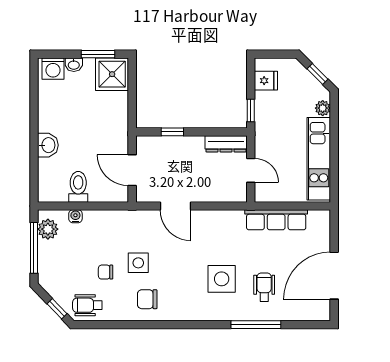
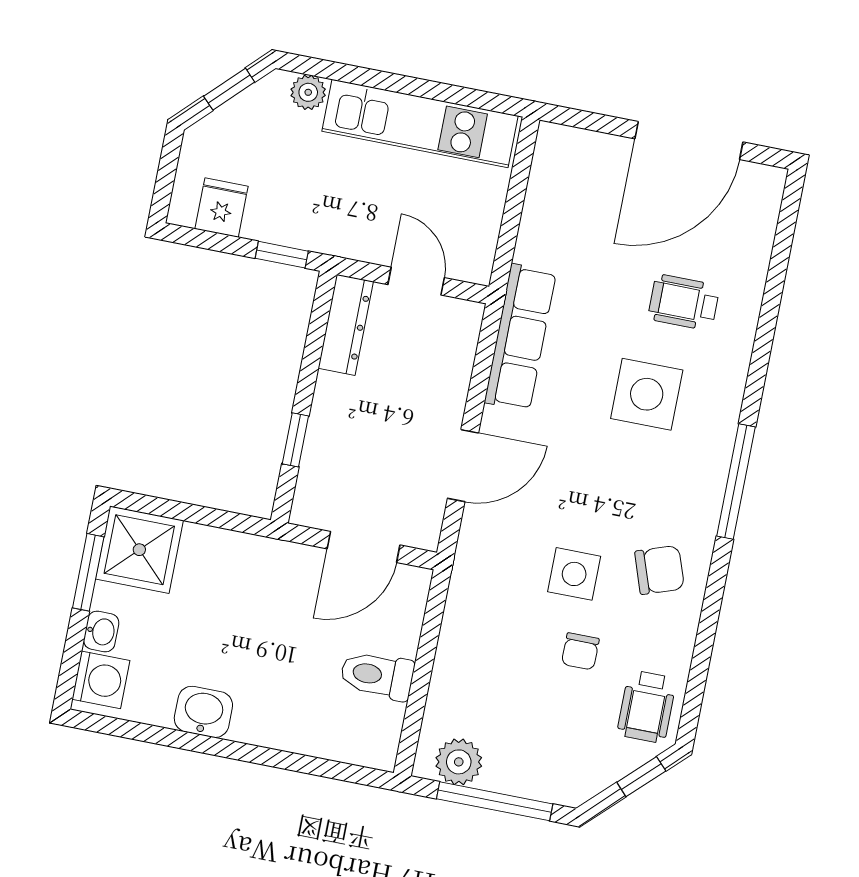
washbasin: (48, 145) -> (203, 712), moved
door: (251, 170) -> (416, 281), hinge flipped
water cooler: (75, 216) -> (442, 694), removed
row of seats: (276, 220) -> (520, 337), moved
door: (334, 276) -> (689, 140), hinge flipped
chair: (147, 299) -> (660, 570), turned -109
window: (256, 325) -> (736, 482), moved

